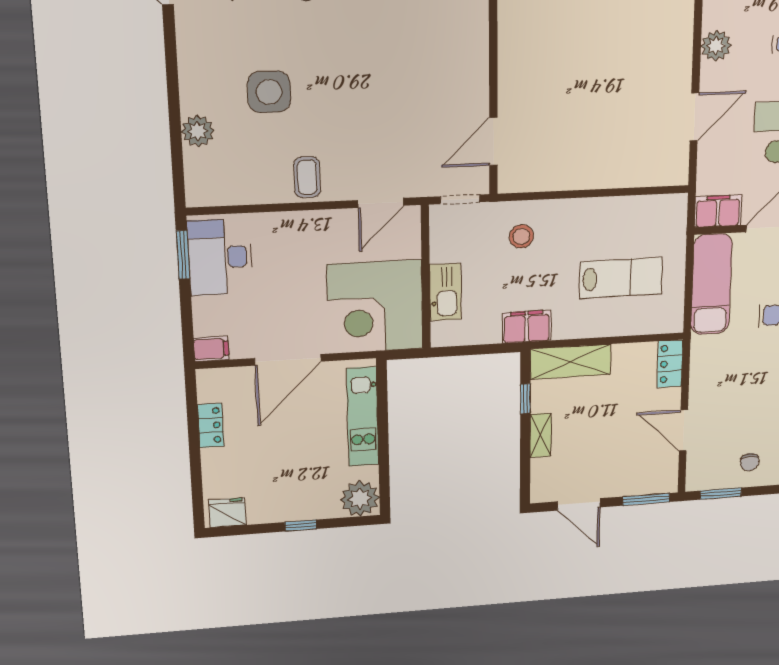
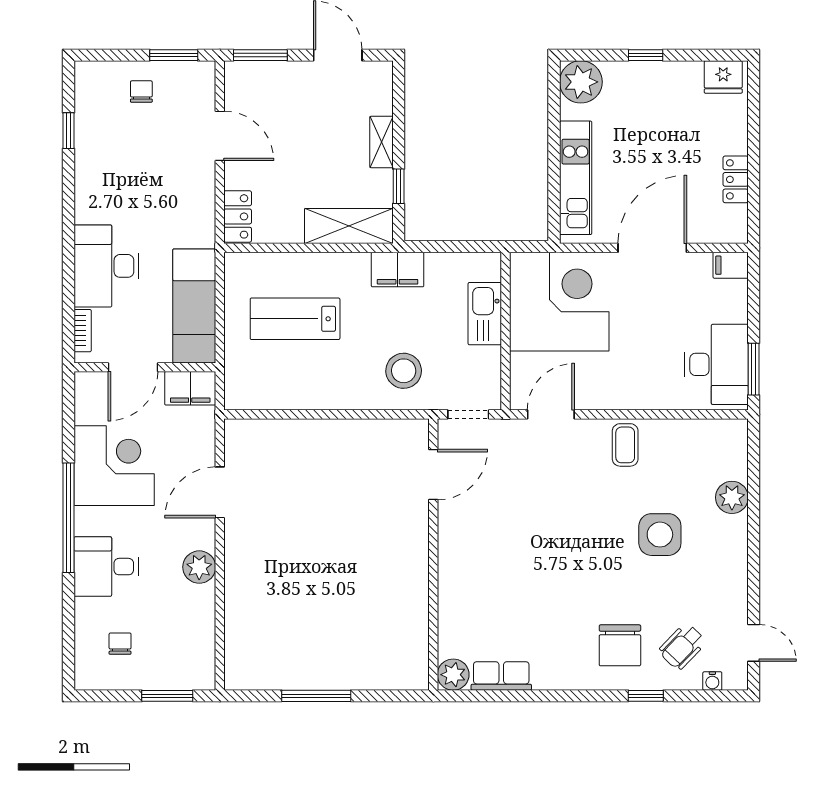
stool: (521, 236) -> (404, 371), width x1.38, depth x1.38

